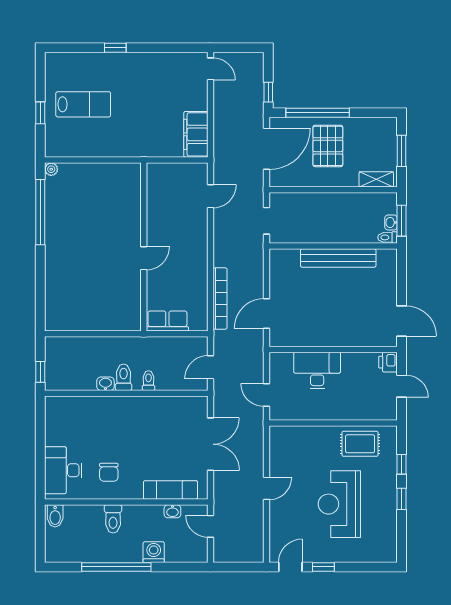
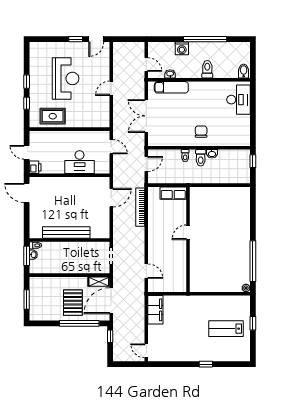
shelving: (376, 179) -> (99, 282), moved
door: (210, 196) -> (146, 271), swing flipped
chair: (109, 472) -> (201, 132), moved

